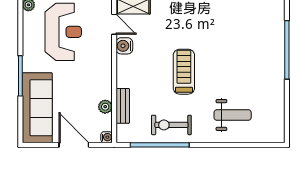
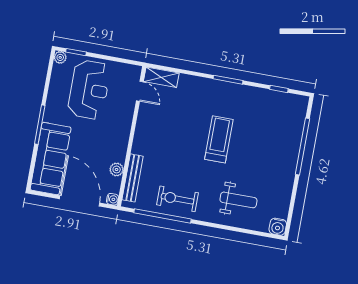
water cooler: (124, 46) -> (278, 227), moved, turned -90
treadmill: (184, 72) -> (219, 139), moved
bench: (123, 106) -> (133, 178), width x1.36
door: (74, 145) -> (80, 201), width x1.36

